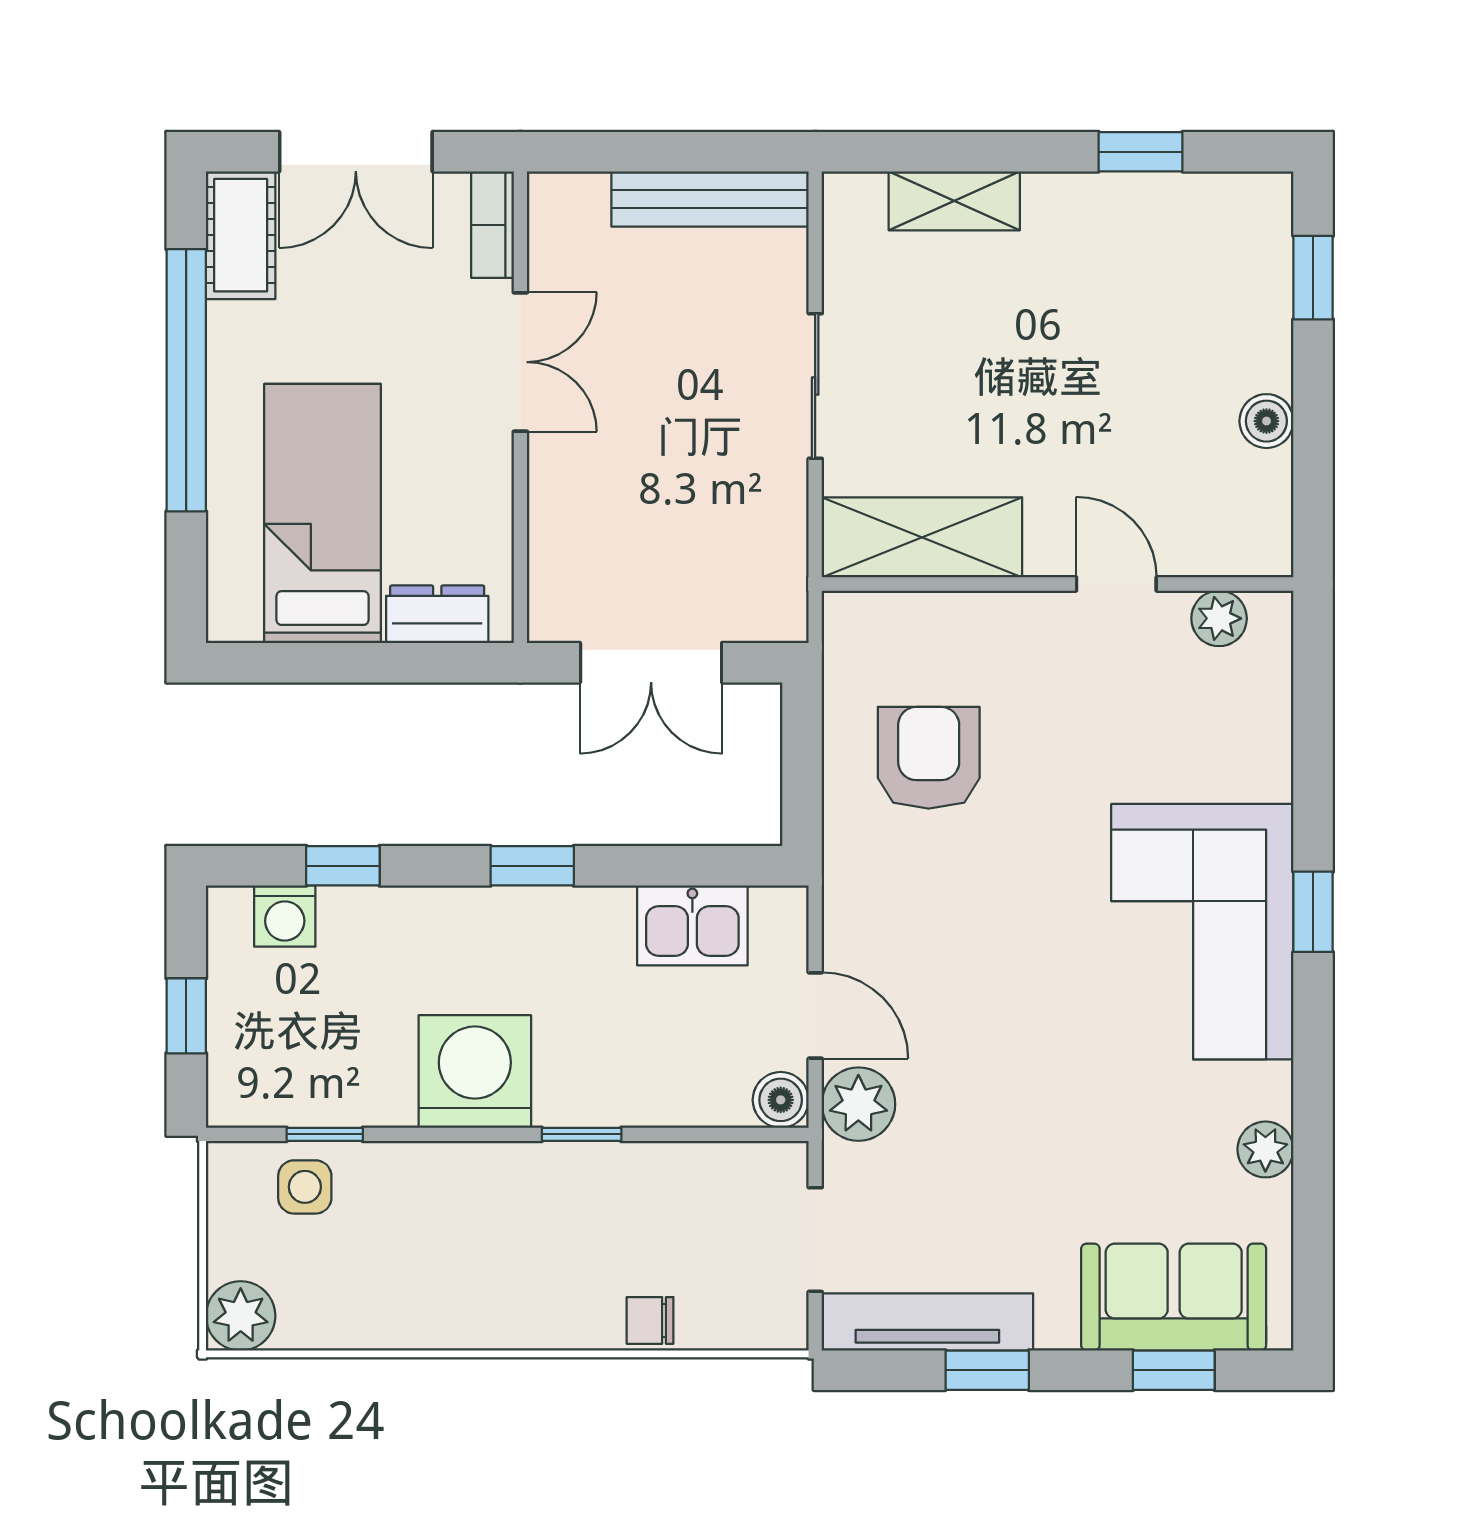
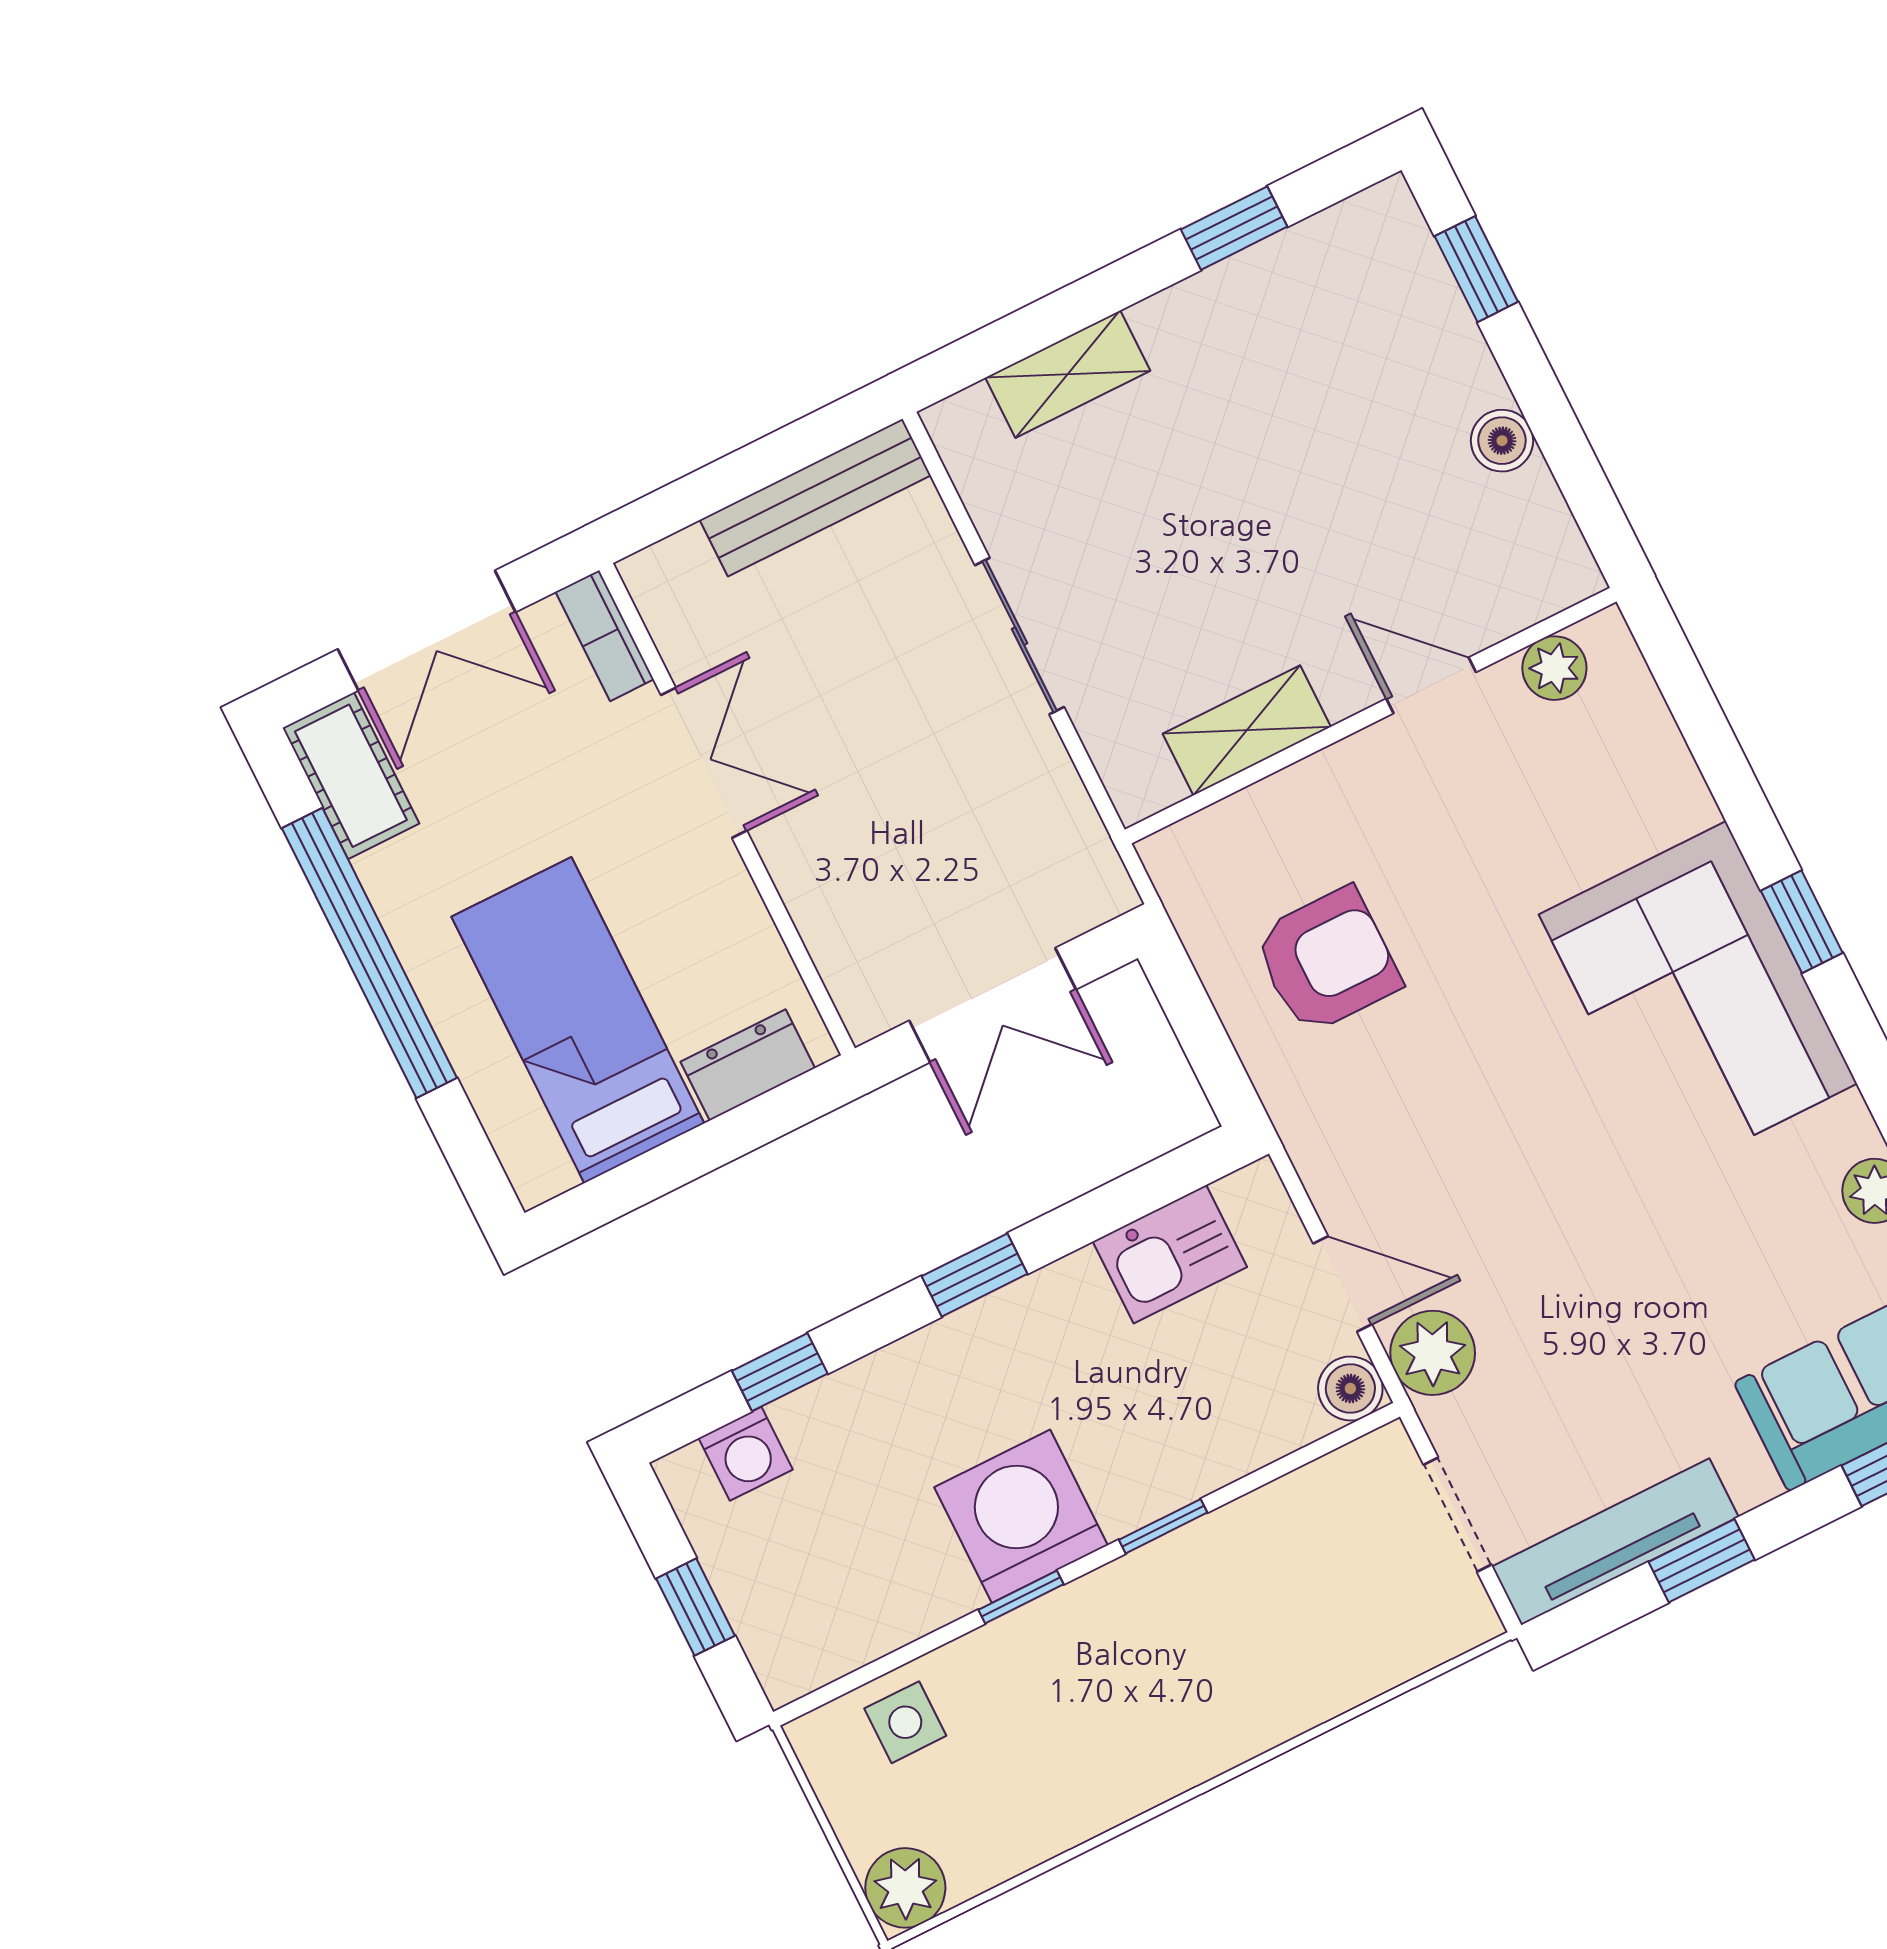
shelving: (922, 537) -> (1247, 730), width x0.67, depth x0.75
armchair: (929, 758) -> (1327, 960), turned 90
window: (325, 1134) -> (1021, 1597), moved
chair: (650, 1320) -> (1329, 1683), removed

